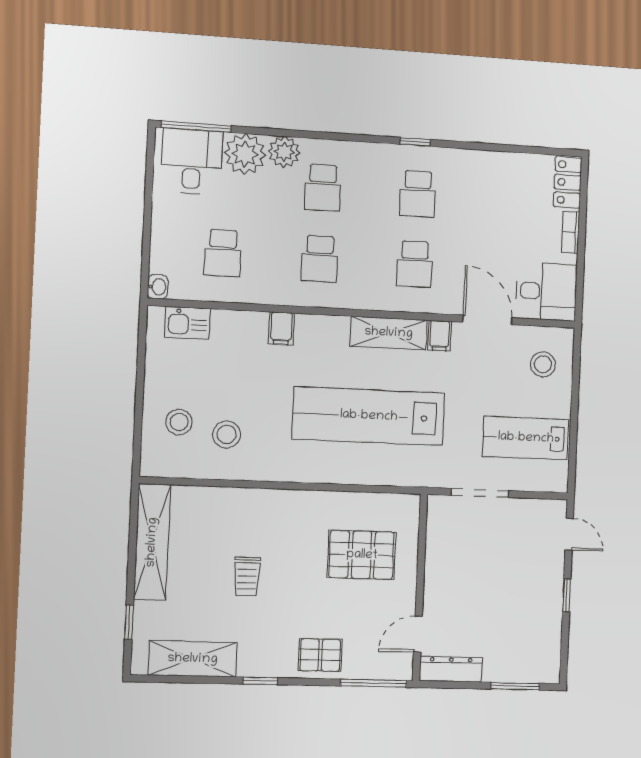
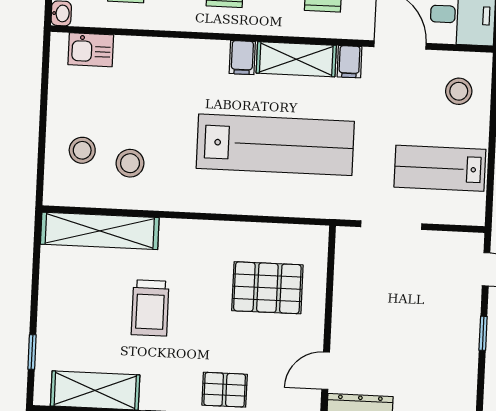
filing cabinet: (281, 328) -> (242, 58), moved
lab bench: (369, 416) -> (275, 145), turned 180
shelving: (152, 542) -> (100, 231), moved, turned 90
trolley: (247, 576) -> (150, 308), width x1.36, depth x1.39

